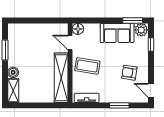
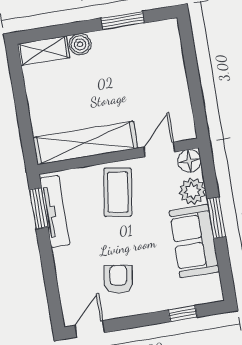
window: (133, 21) -> (216, 218), moved
plant: (141, 30) -> (192, 191), moved
tv unit: (87, 98) -> (55, 211), width x1.41
window: (119, 105) -> (39, 208), moved

